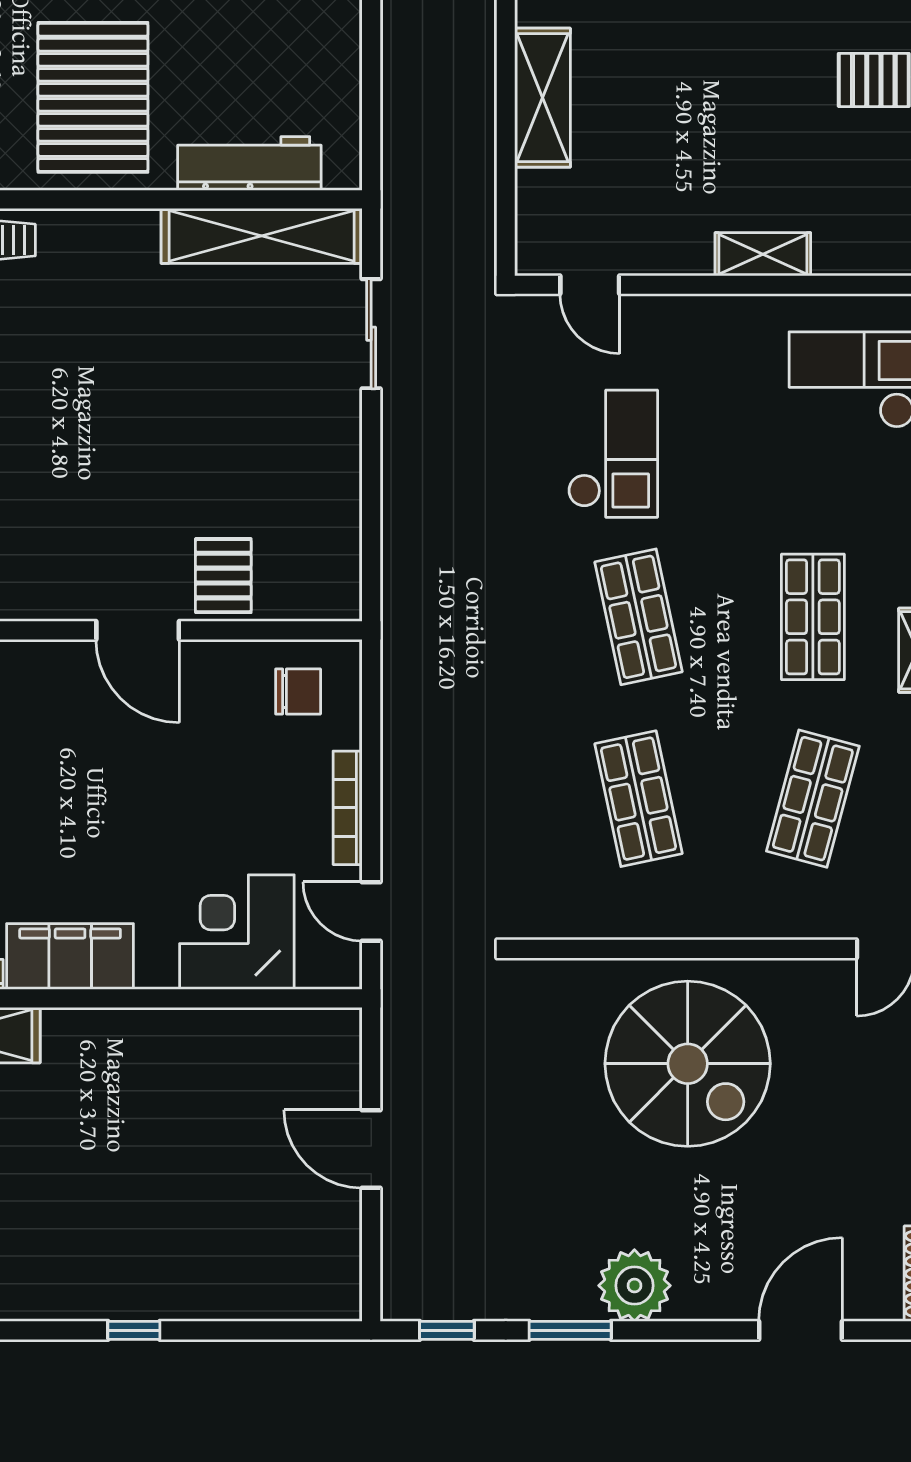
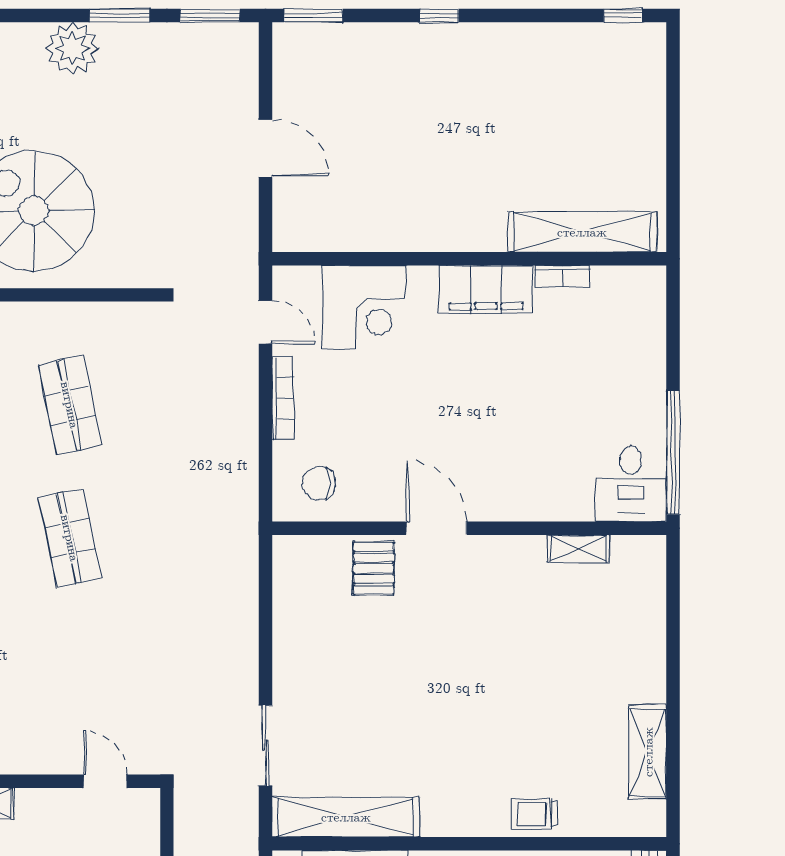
checkout: (613, 454) -> (88, 658), removed
window: (305, 1330) -> (314, 15), added
window: (447, 1330) -> (210, 15), width x1.50

